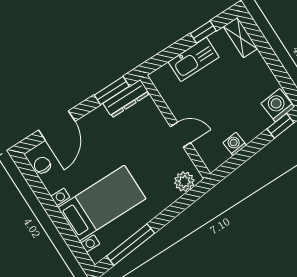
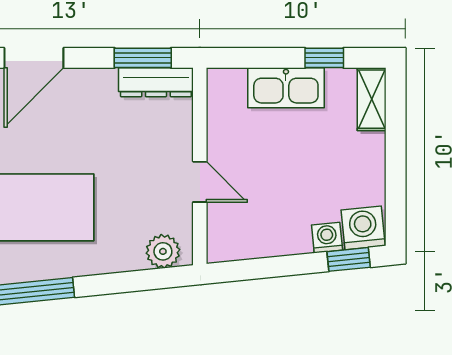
washing machine: (235, 144) -> (327, 238), moved

